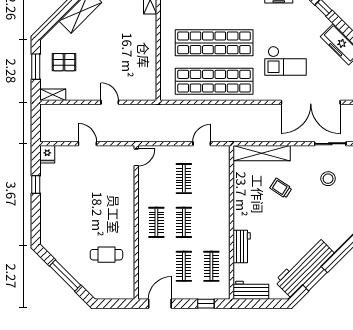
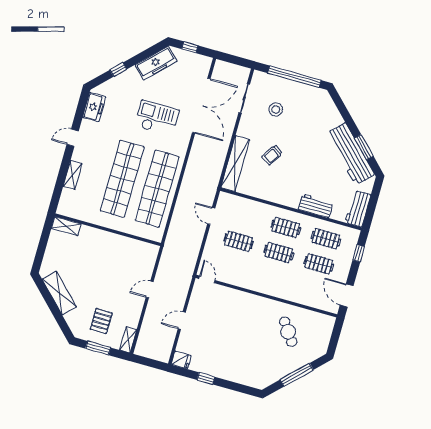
checkout: (285, 61) -> (157, 118), turned -90
clothes rail: (156, 222) -> (286, 227), moved
cafe table: (106, 255) -> (288, 332), turned -35

